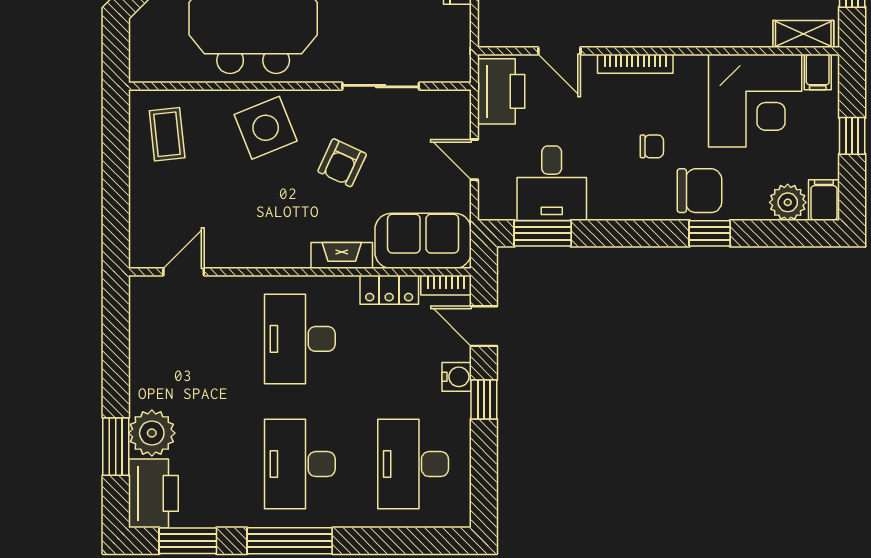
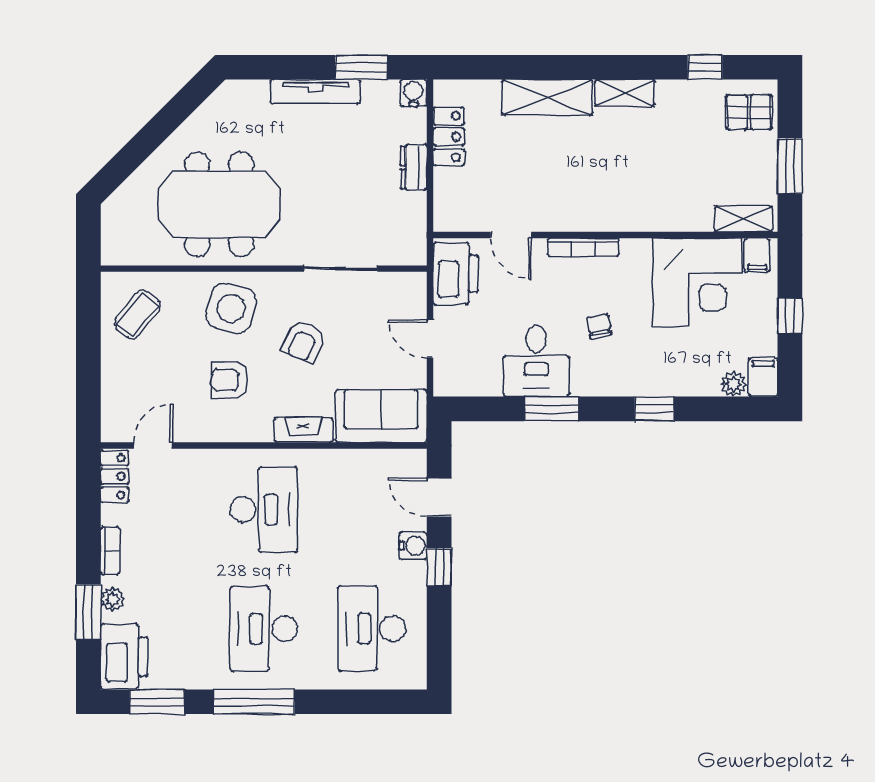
side table: (266, 128) -> (231, 308), turned 37
coffee table: (167, 134) -> (137, 314), turned 45
chair: (652, 146) -> (599, 326), turned -100
desk: (552, 183) -> (536, 361), moved
chair: (699, 191) -> (645, 368), removed
plant: (788, 202) -> (733, 384), width x0.73, depth x0.73
armchair: (264, 203) -> (230, 380), added
window: (543, 233) -> (551, 409), moved
bookcase: (446, 285) -> (110, 551), moved, turned -90
locker: (389, 290) -> (115, 476), moved, turned -90
desk: (300, 339) -> (264, 509), turned 180
plant: (152, 433) -> (112, 599), width x0.53, depth x0.53

